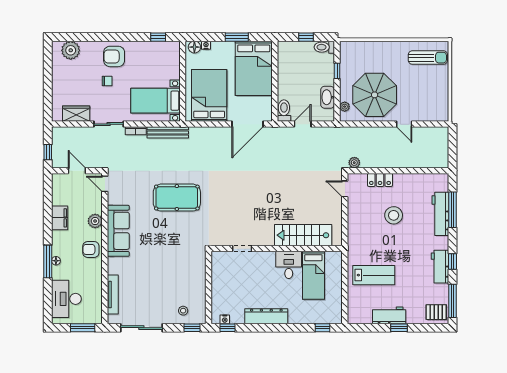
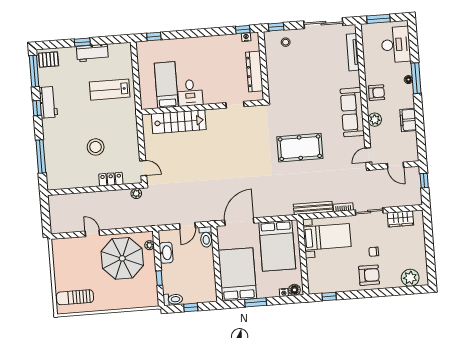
door: (105, 184) -> (368, 155), swing flipped
workbench: (440, 214) -> (52, 152), removed
dresser: (266, 316) -> (254, 71), moved, turned 90

